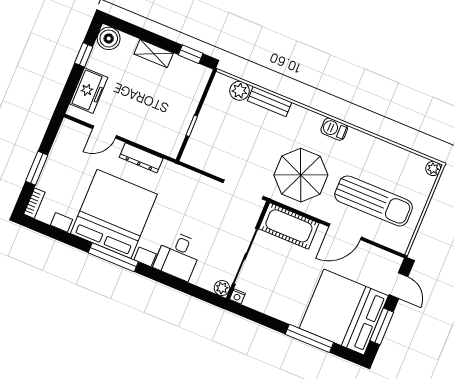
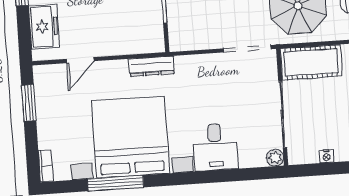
dresser: (141, 158) -> (152, 66), moved
window: (37, 168) -> (29, 103), moved
window: (113, 257) -> (116, 183), moved
nightstand: (237, 296) -> (327, 156), moved

